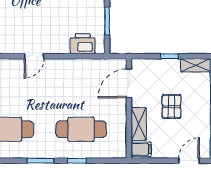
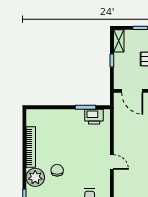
printer: (83, 44) -> (94, 117), moved, turned -90

